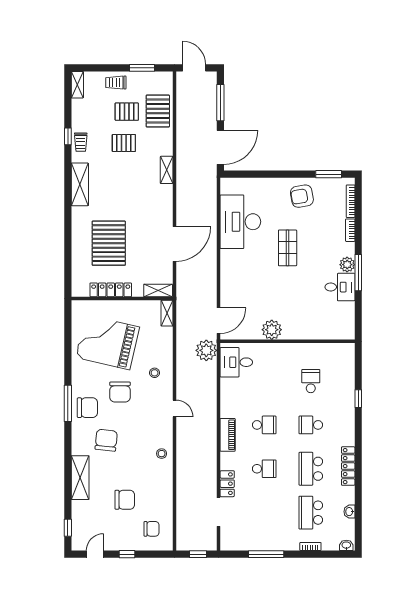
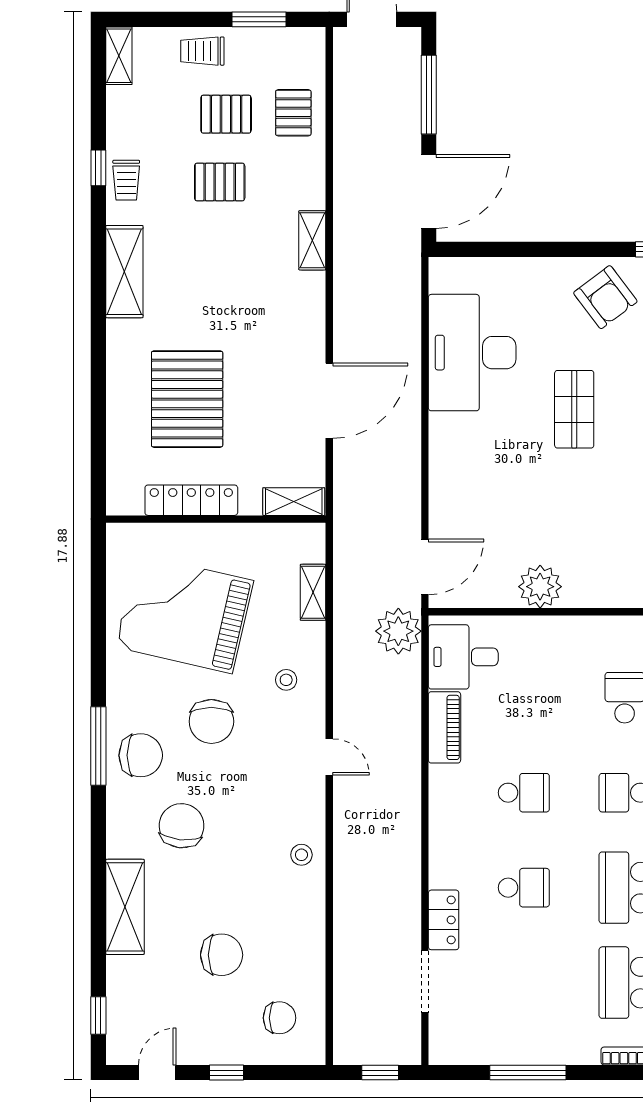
pallet: (158, 111) -> (293, 113), width x0.67, depth x0.71
armchair: (302, 196) -> (605, 297), turned -117
shelving: (167, 313) -> (313, 592), moved
piano: (228, 435) -> (444, 727), moved

